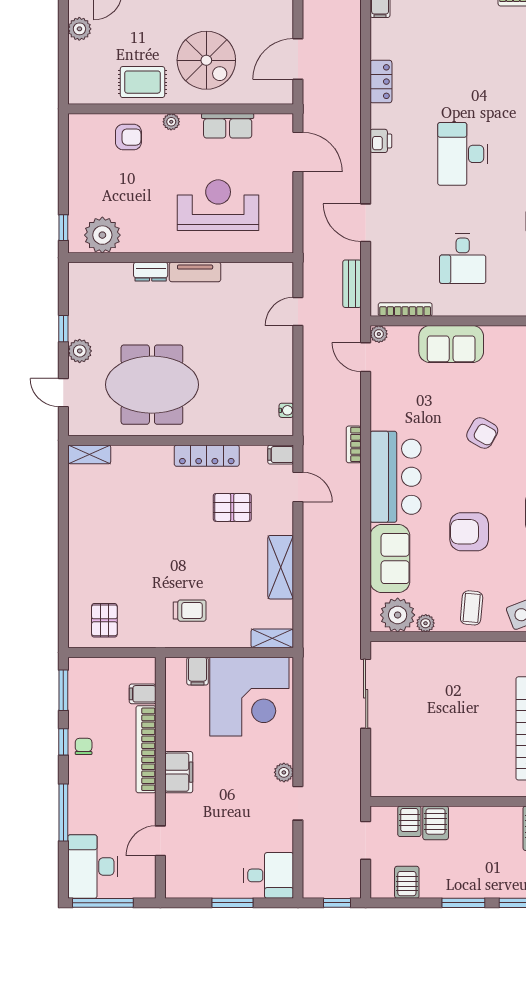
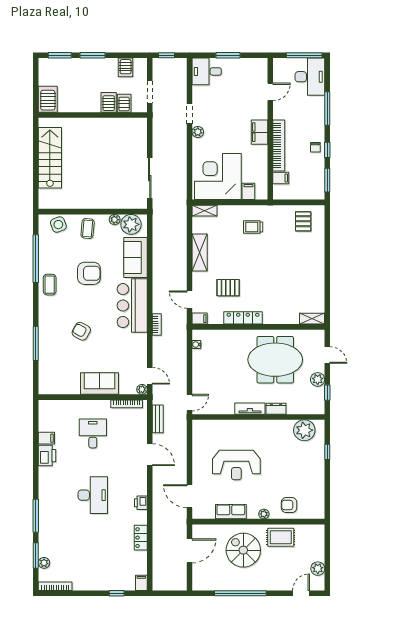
plant: (102, 235) -> (304, 430), moved
wall: (181, 258) -> (258, 417), moved
dresser: (151, 272) -> (276, 409), moved
tv unit: (195, 272) -> (250, 409), moved

